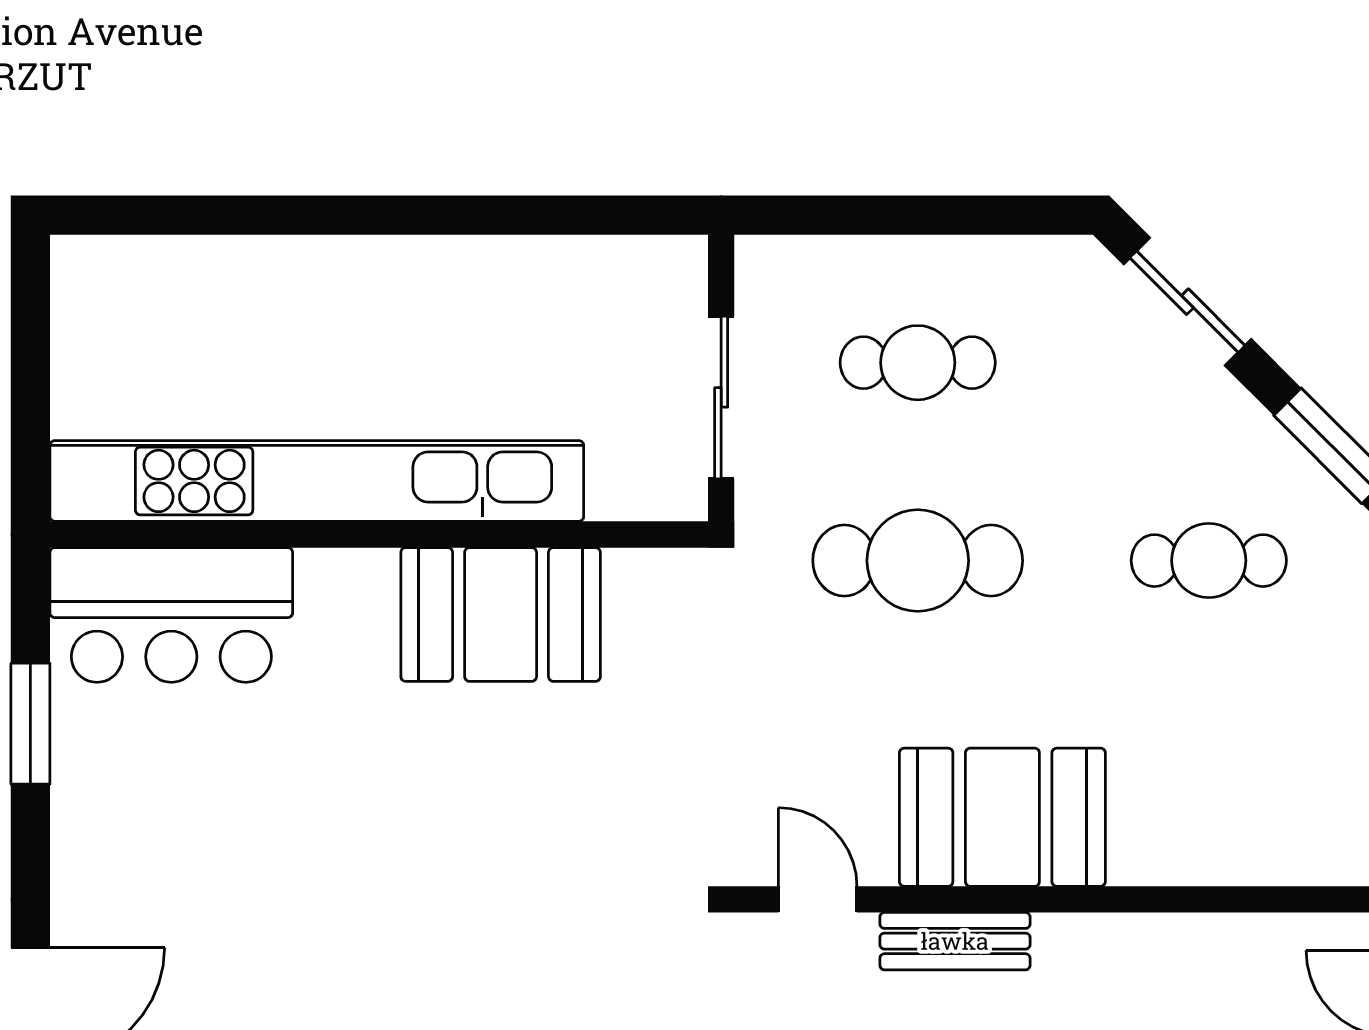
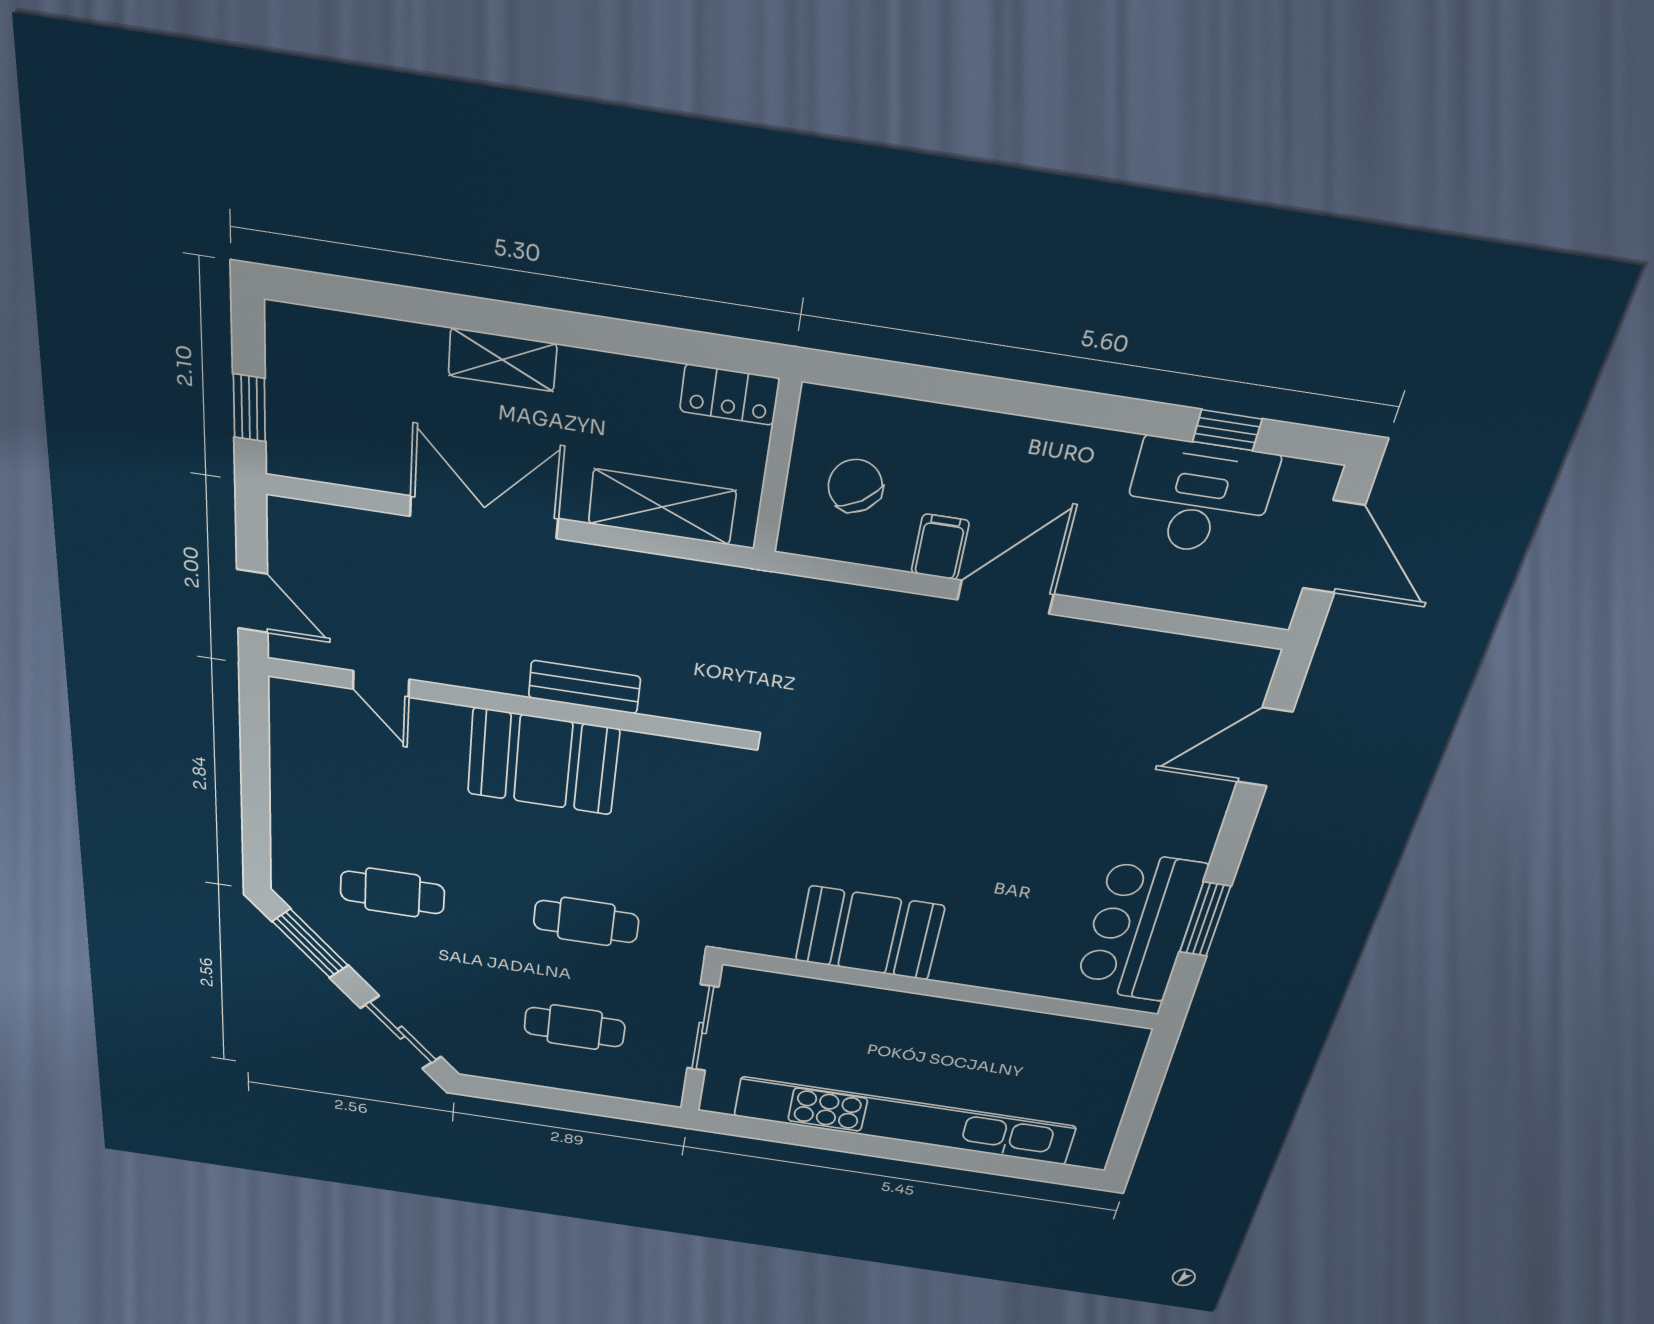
kitchen unit: (317, 481) -> (904, 1121), moved, turned 180
cafe table: (918, 561) -> (586, 922), width x0.73, depth x0.74
bar counter: (171, 615) -> (1140, 927), moved, turned -90
door: (818, 899) -> (381, 684), moved

